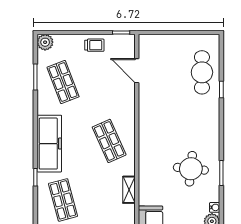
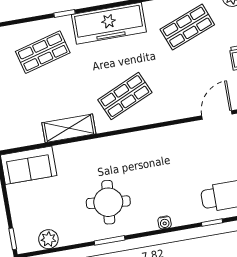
shelving: (129, 190) -> (69, 128), width x1.50, depth x1.33
water cooler: (215, 207) -> (165, 222), moved

